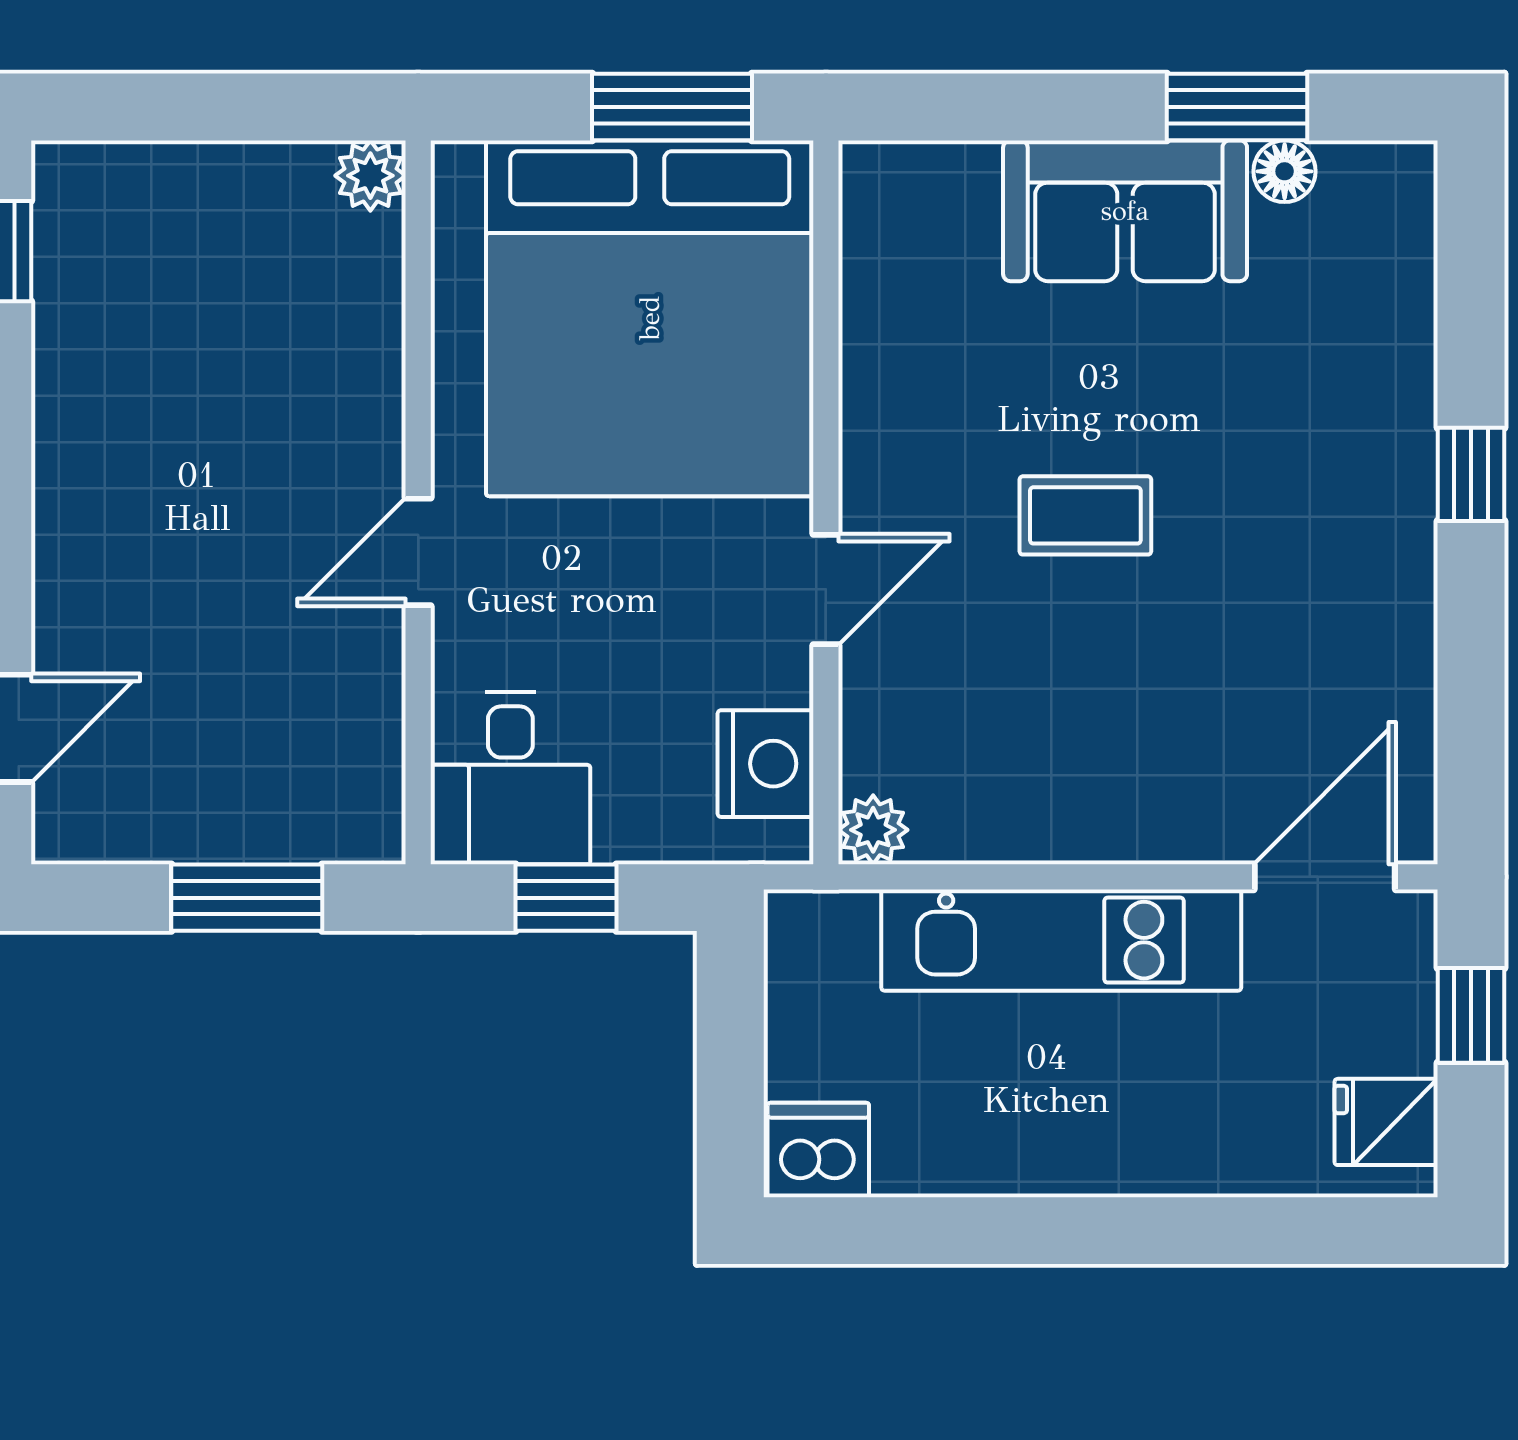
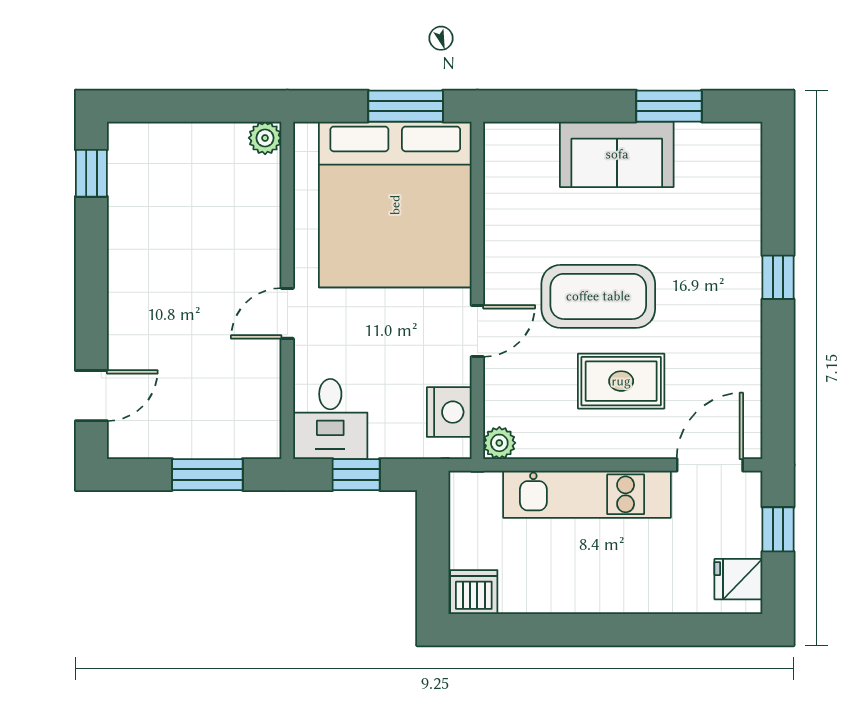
floor lamp: (1285, 171) -> (691, 136), removed
coffee table: (1085, 515) -> (598, 296), width x1.86, depth x1.72
rug: (1134, 697) -> (621, 381), added

